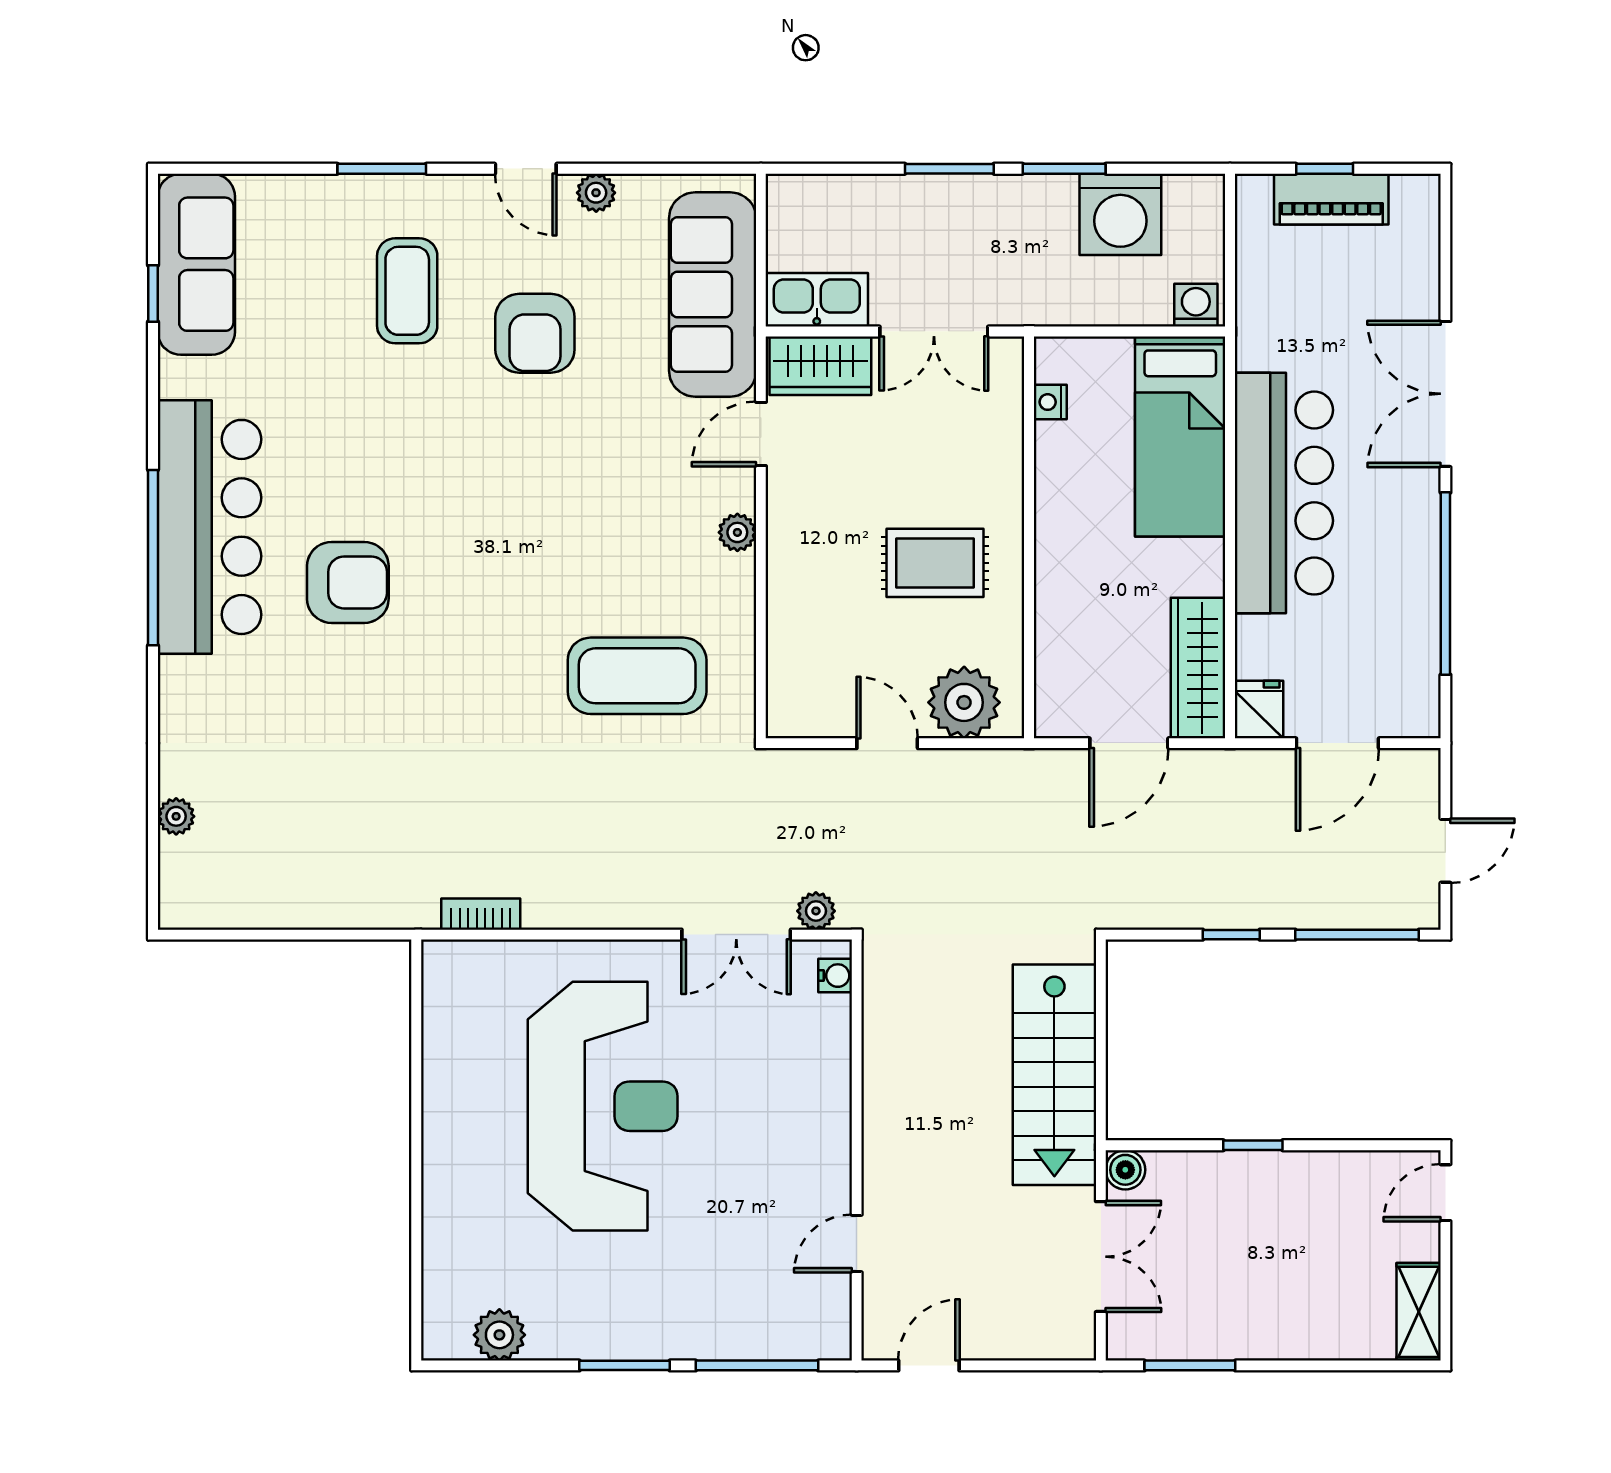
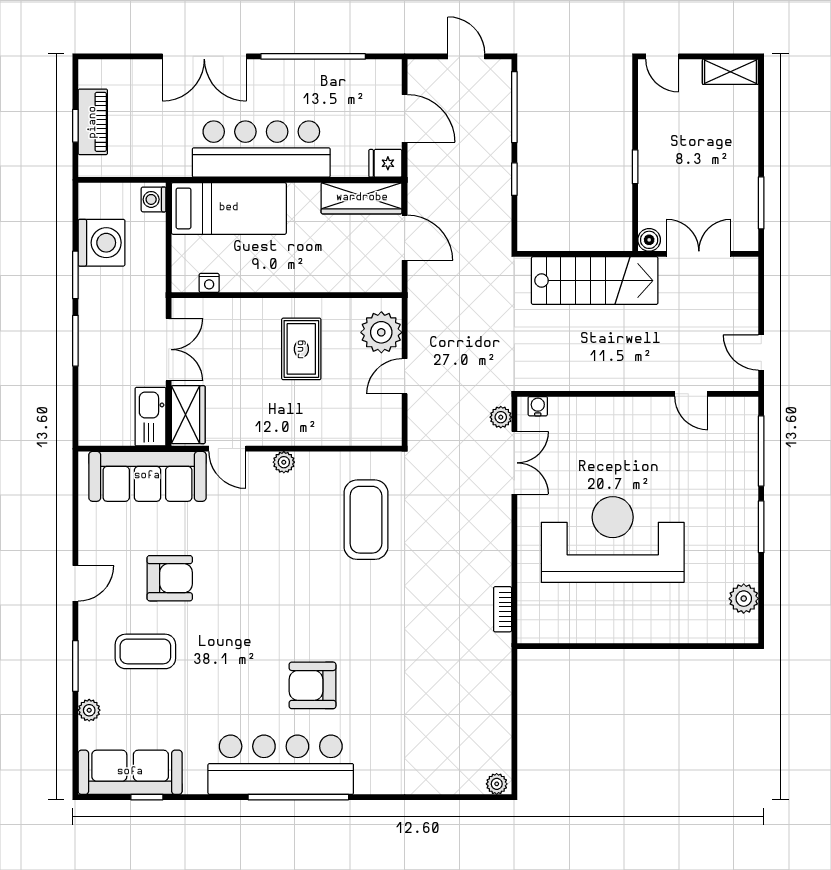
plant: (596, 193) -> (89, 710), moved
armchair: (348, 582) -> (313, 685), turned -90
plant: (176, 816) -> (497, 784), moved

